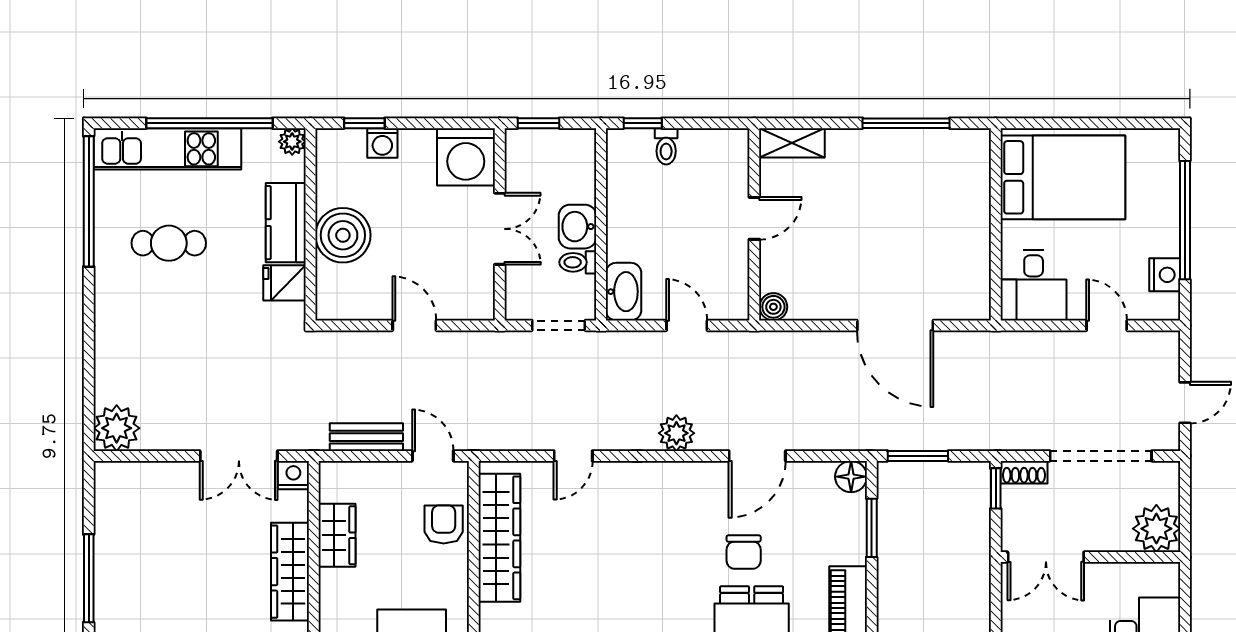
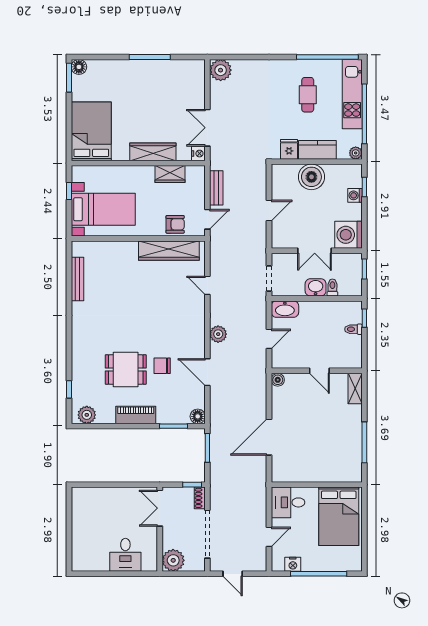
toilet: (578, 262) -> (332, 288), moved

